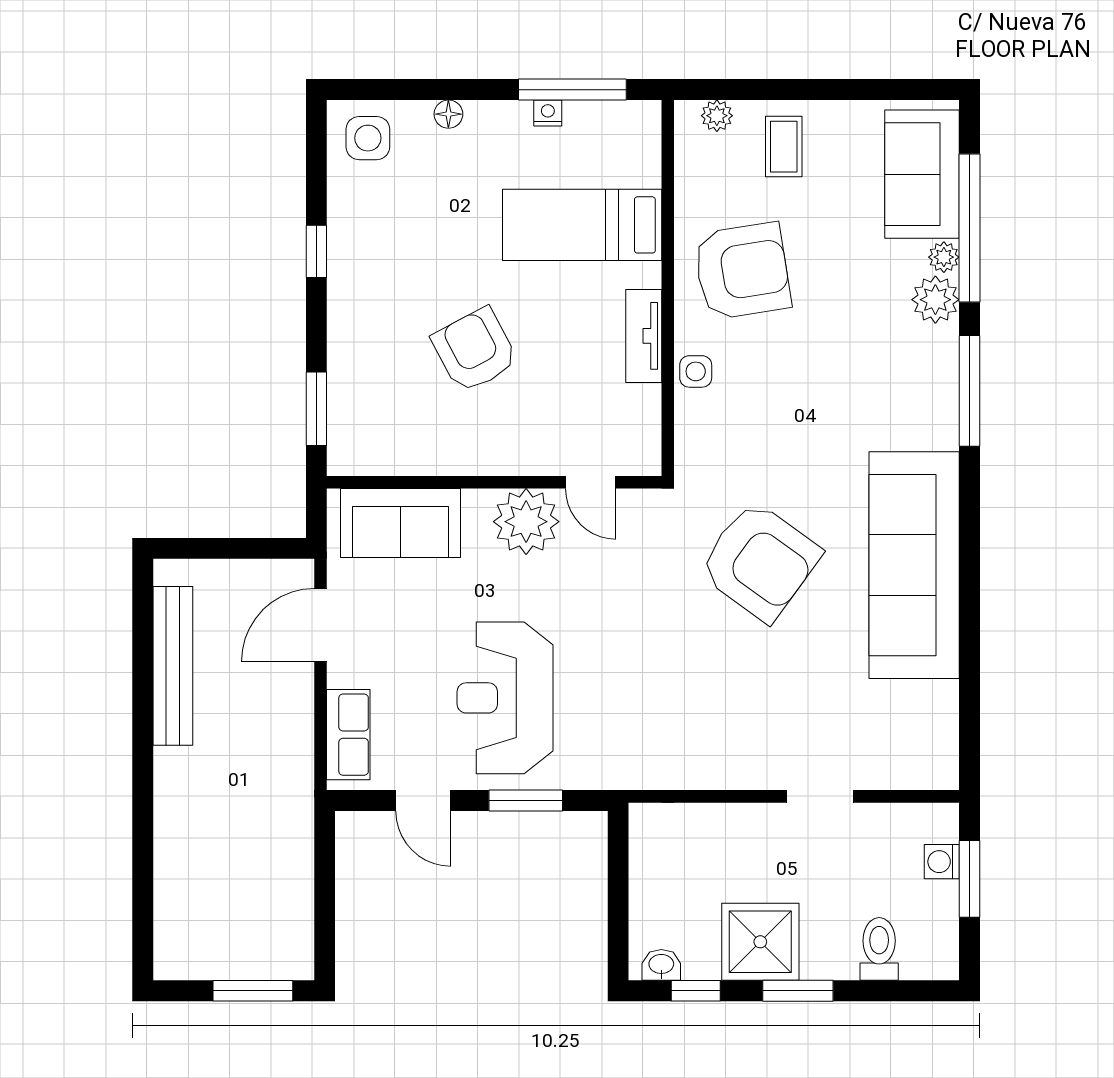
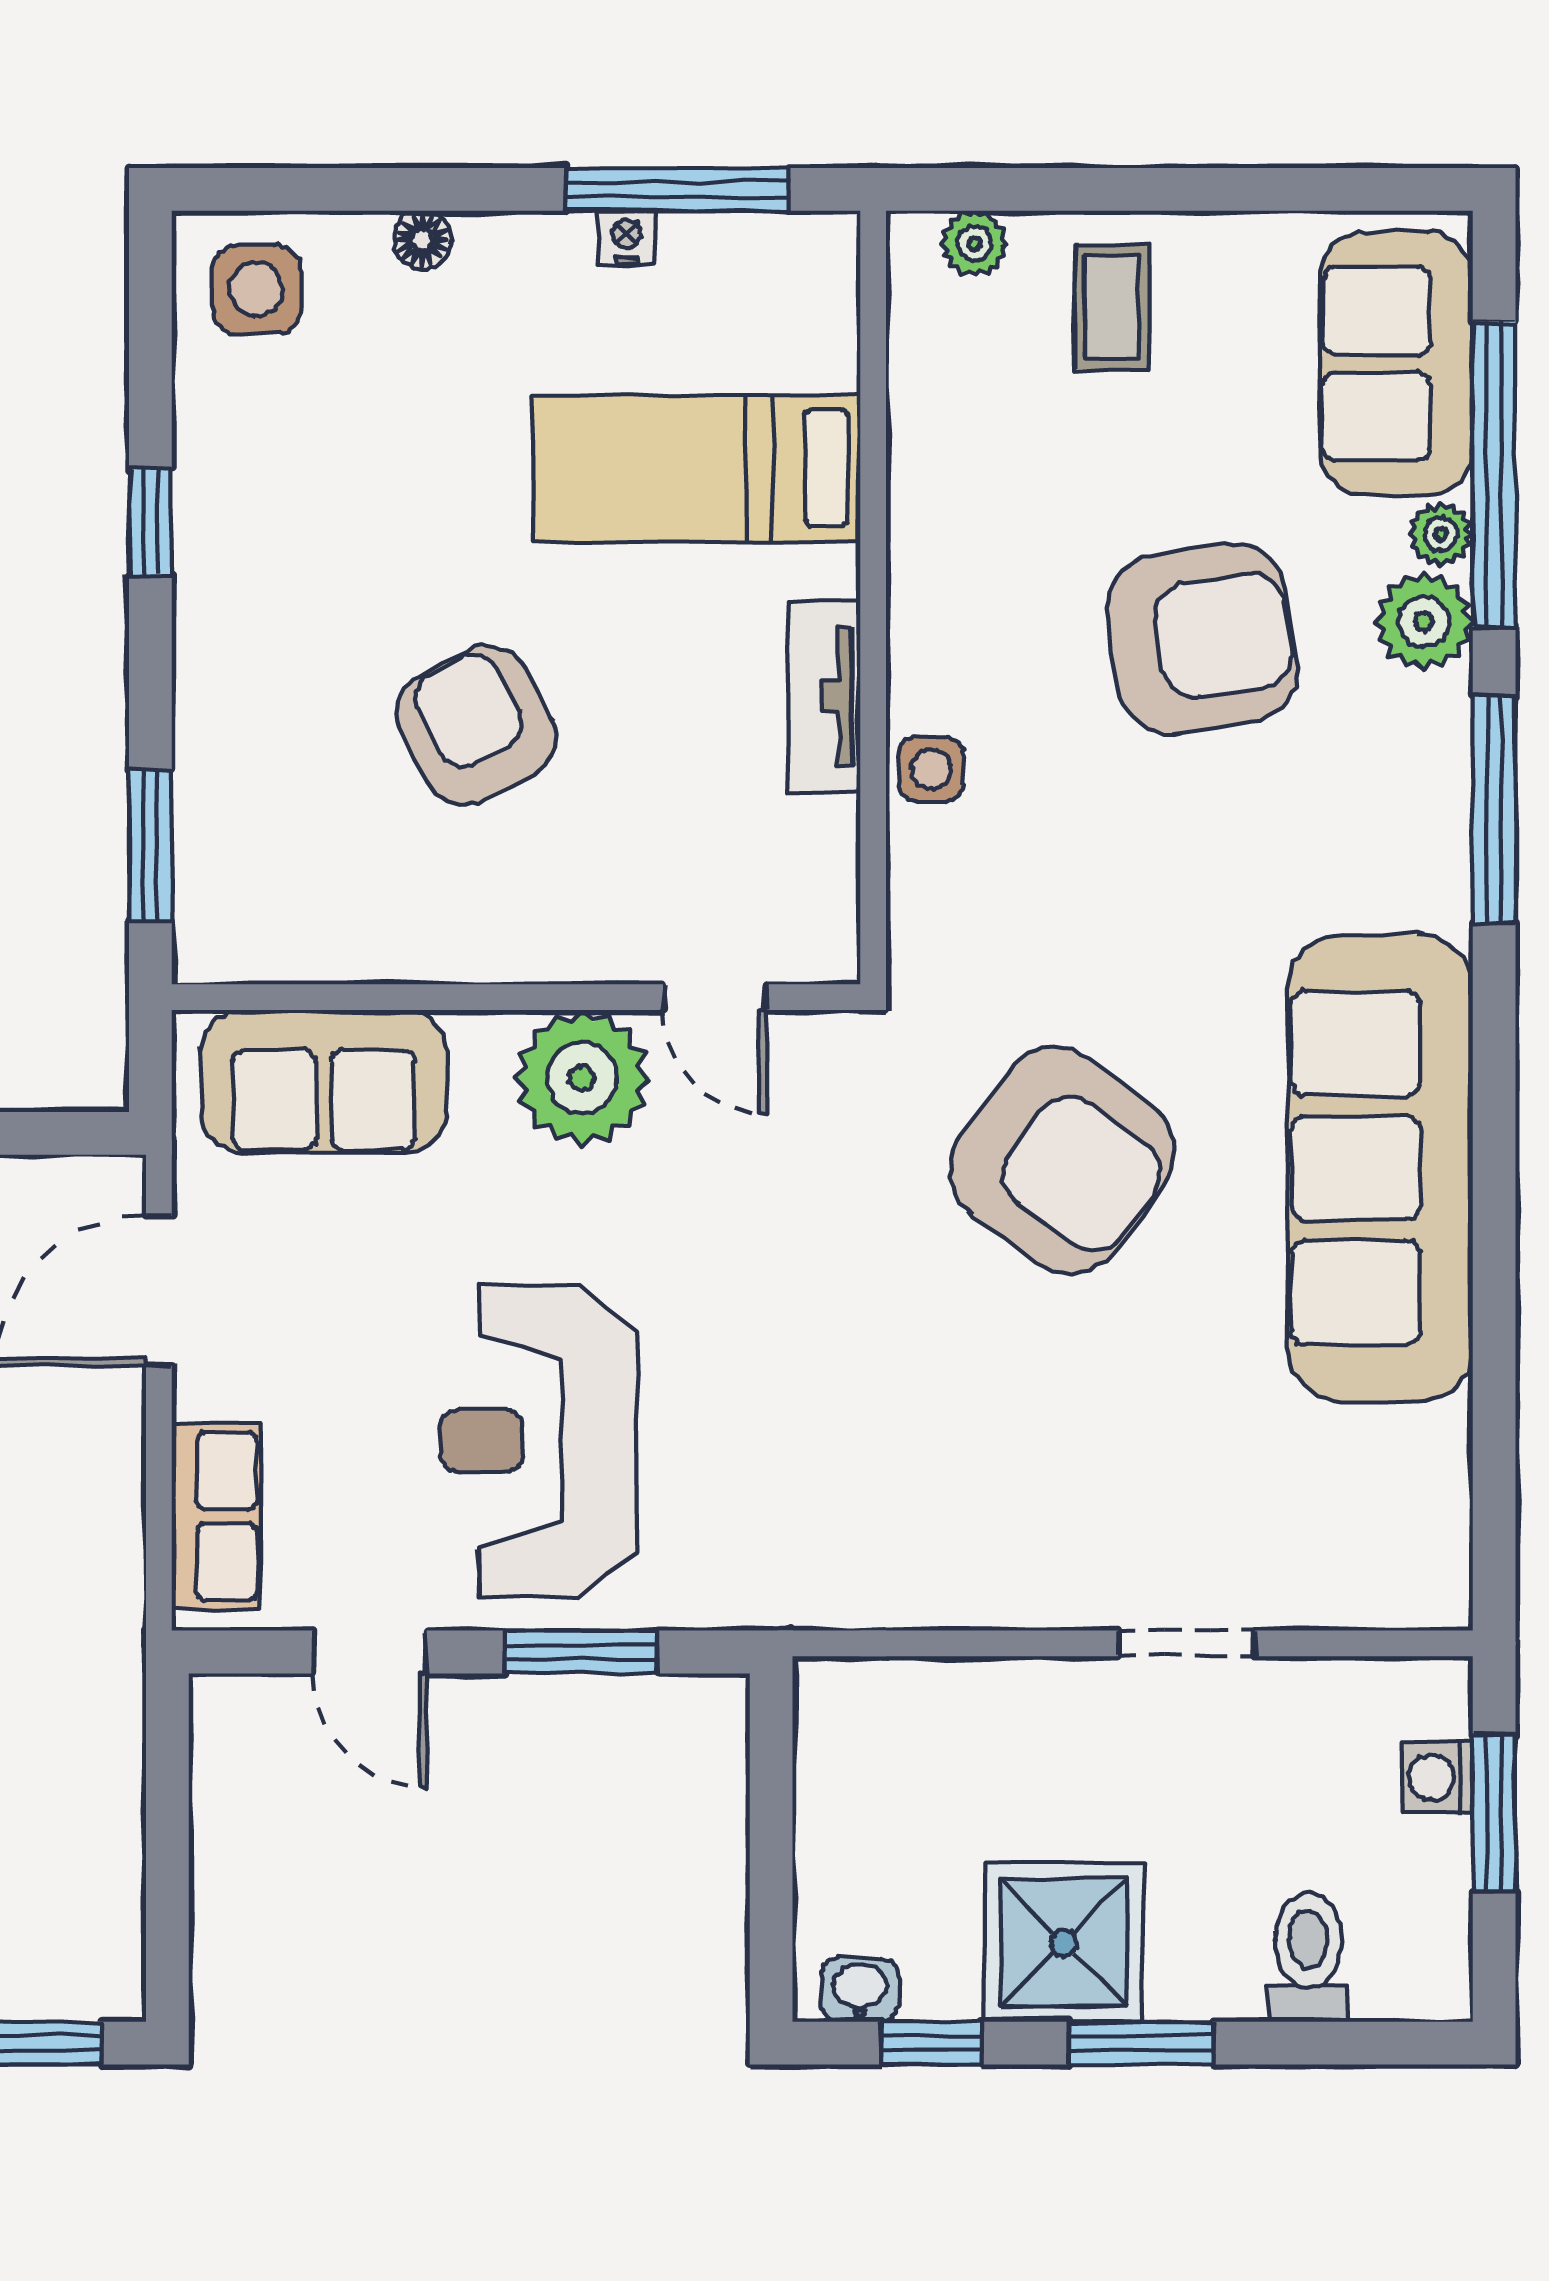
armchair: (742, 271) -> (1202, 639), moved

